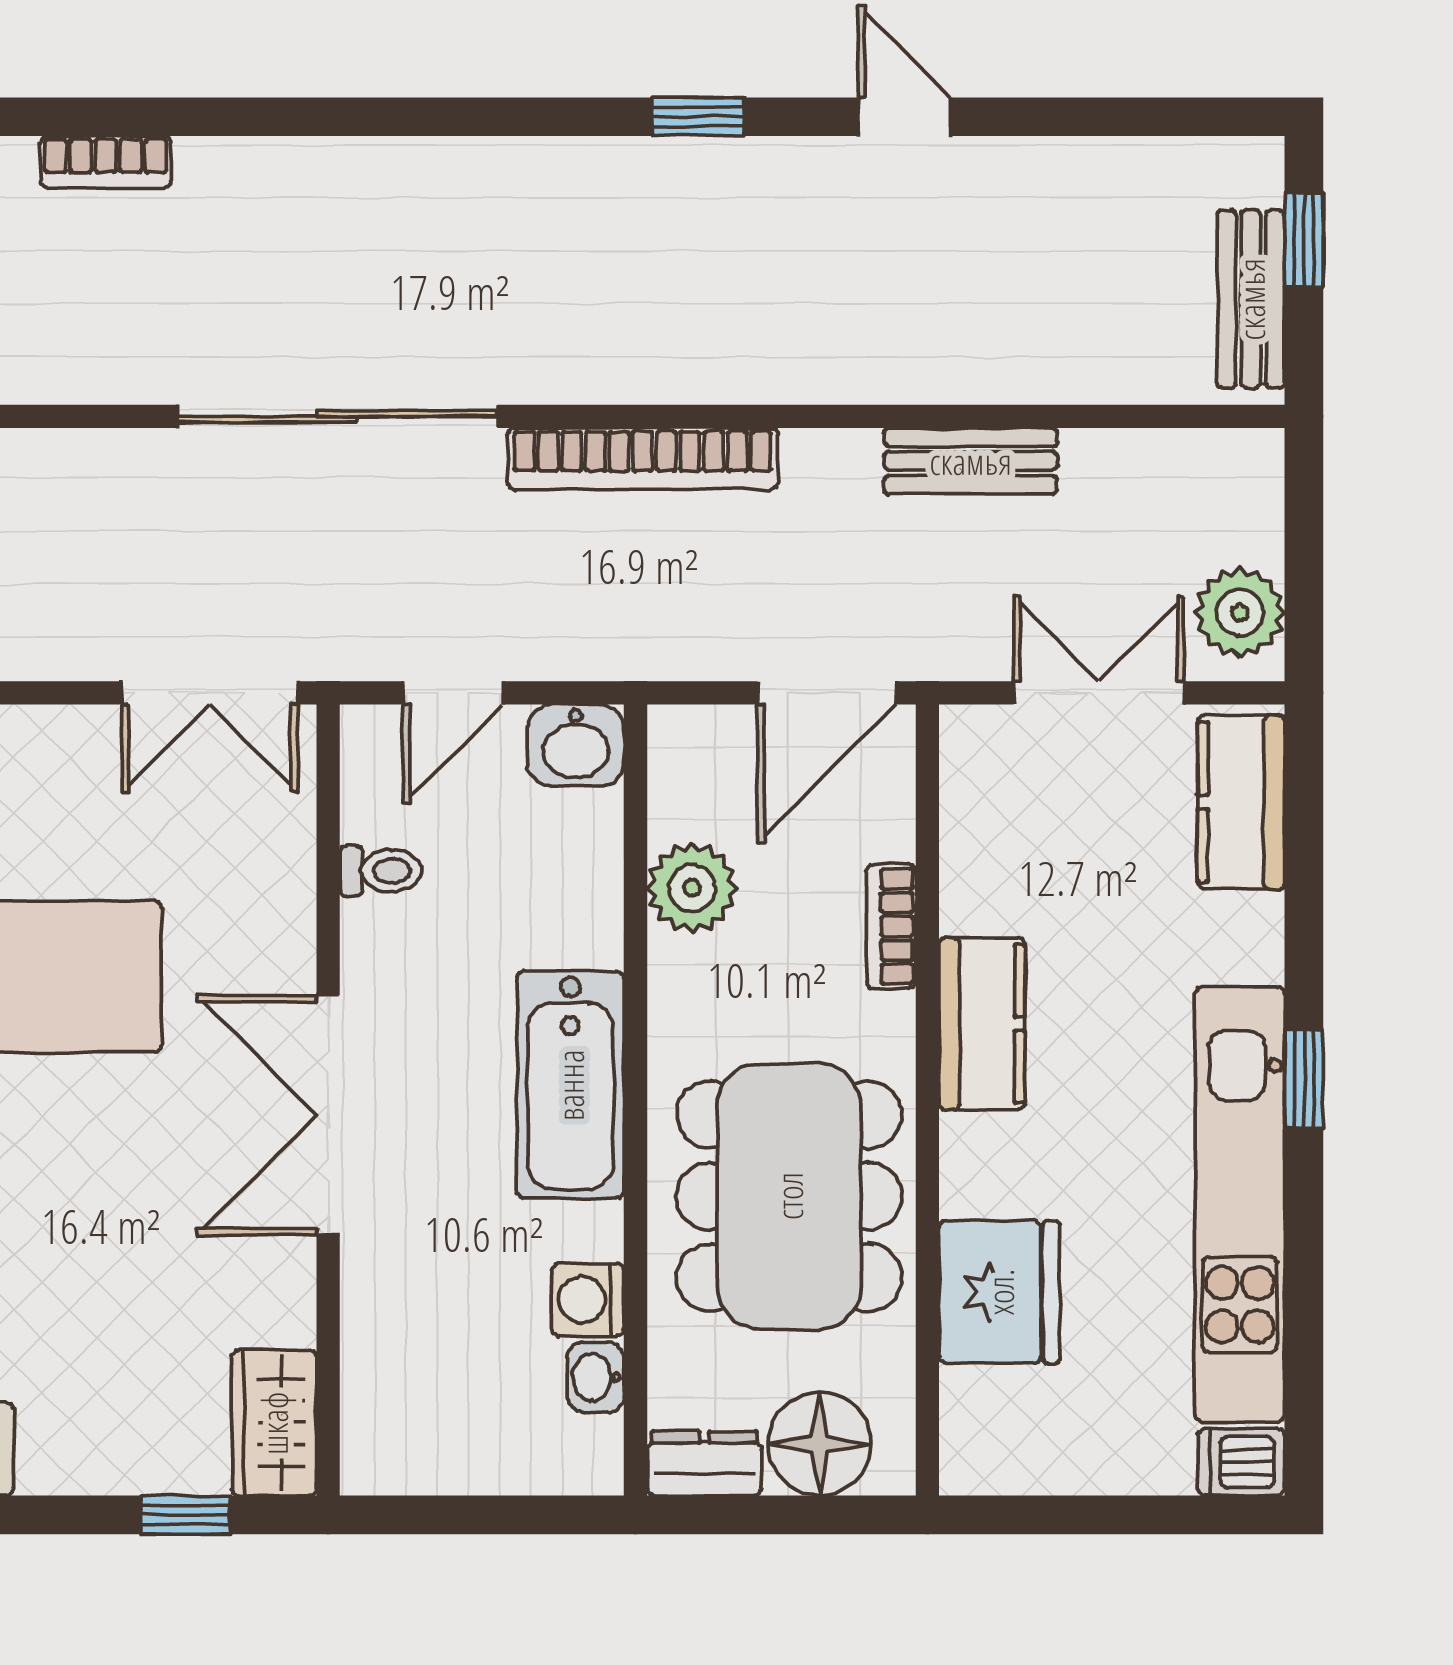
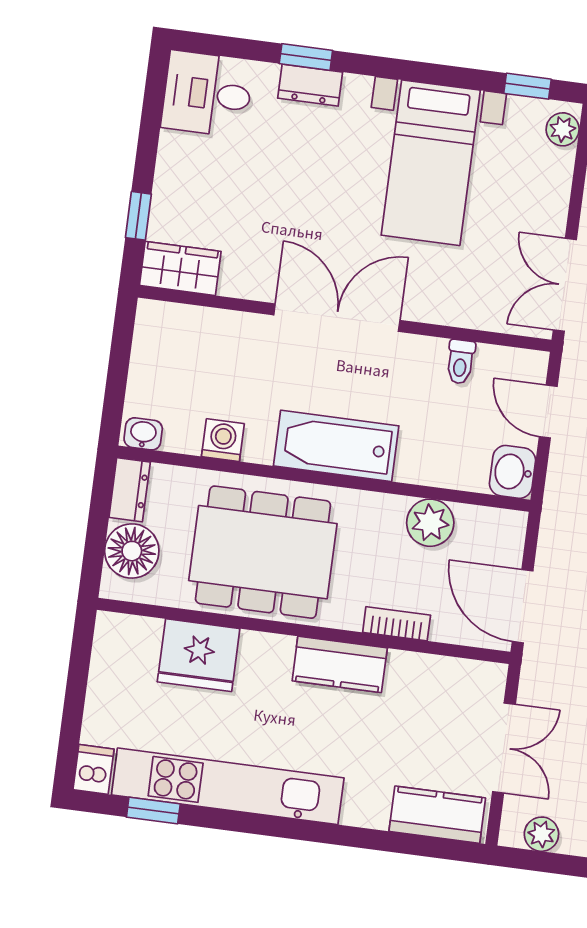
plant: (1240, 613) -> (541, 834), width x0.73, depth x0.73
window: (1304, 1079) -> (153, 811), moved
washbasin: (596, 1377) -> (143, 434), moved

